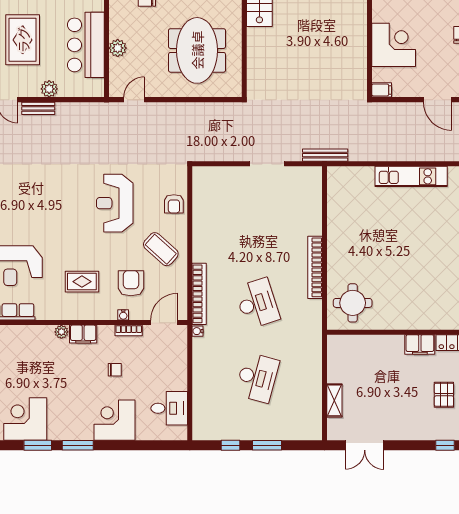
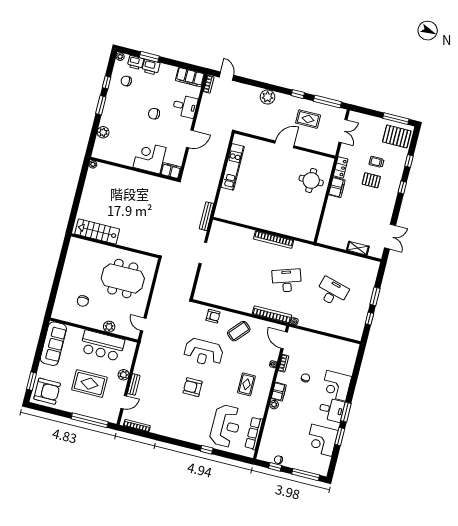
filing cabinet: (382, 90) -> (171, 171), width x2.00
armchair: (131, 283) -> (193, 387), moved
round table: (353, 303) -> (311, 180), moved
desk: (169, 408) -> (332, 410), moved, turned 90

